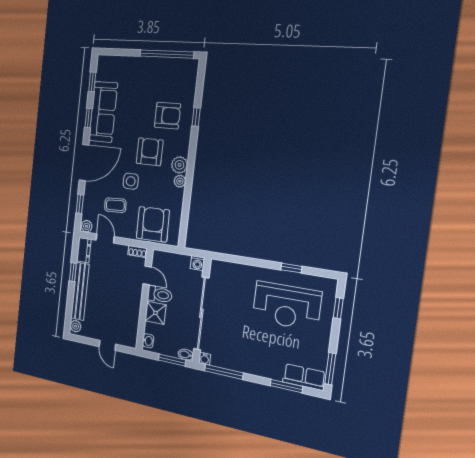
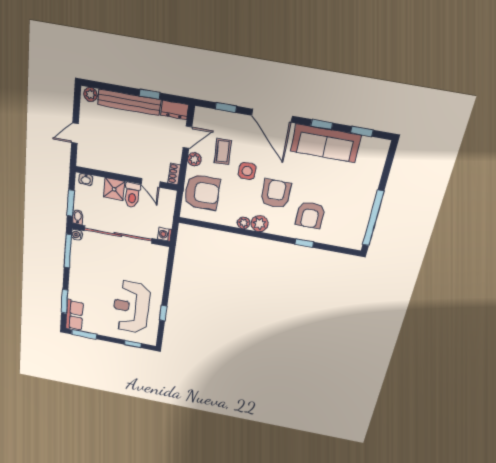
armchair: (150, 152) -> (276, 194), turned -90
plant: (87, 226) -> (194, 159), moved
door: (147, 275) -> (151, 183), hinge flipped

